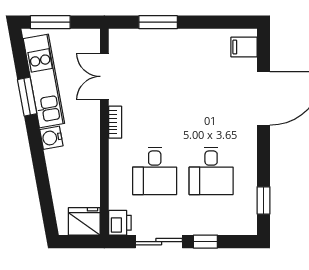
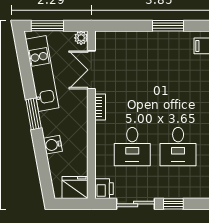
window: (158, 22) -> (168, 26), moved
plant: (92, 37) -> (81, 38), added
window: (27, 97) -> (34, 114), moved
water cooler: (51, 138) -> (53, 145), moved

